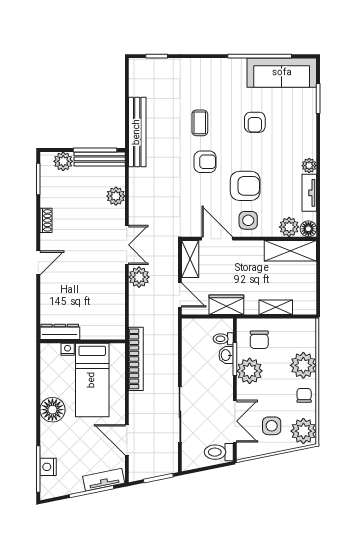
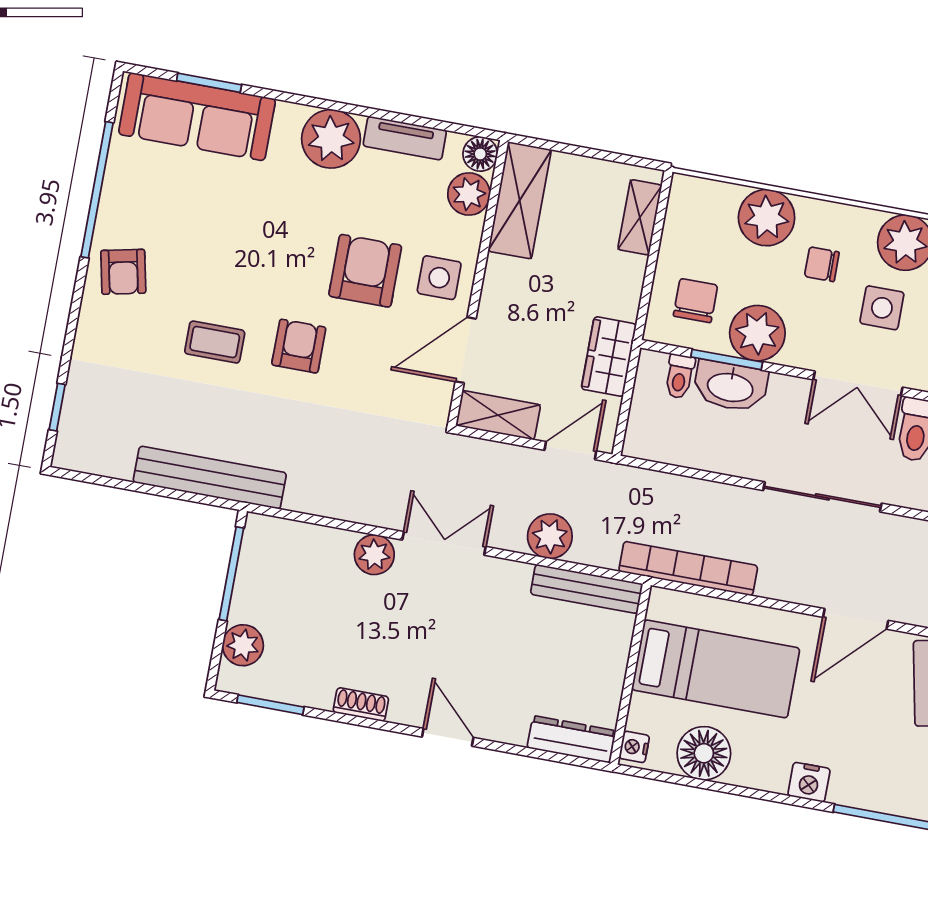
sofa: (282, 73) -> (197, 117), moved, turned 90
armchair: (255, 122) -> (123, 272), moved, turned 78
bench: (100, 159) -> (587, 589), moved, turned 90
plant: (309, 166) -> (331, 139), width x1.88, depth x1.88
plant: (116, 196) -> (374, 555), moved
plant: (139, 277) -> (550, 536), moved
shelving: (276, 307) -> (640, 217), moved
dresser: (60, 332) -> (571, 739), moved, turned 90
chair: (259, 340) -> (695, 301), turned -90
nightstand: (68, 349) -> (634, 747), moved
washbasin: (226, 355) -> (730, 386), width x1.91, depth x1.45
chair: (304, 395) -> (822, 264), moved
floor lamp: (52, 410) -> (704, 753), moved
double door: (235, 421) -> (858, 384), swing flipped
nightstand: (48, 467) -> (809, 782), moved

